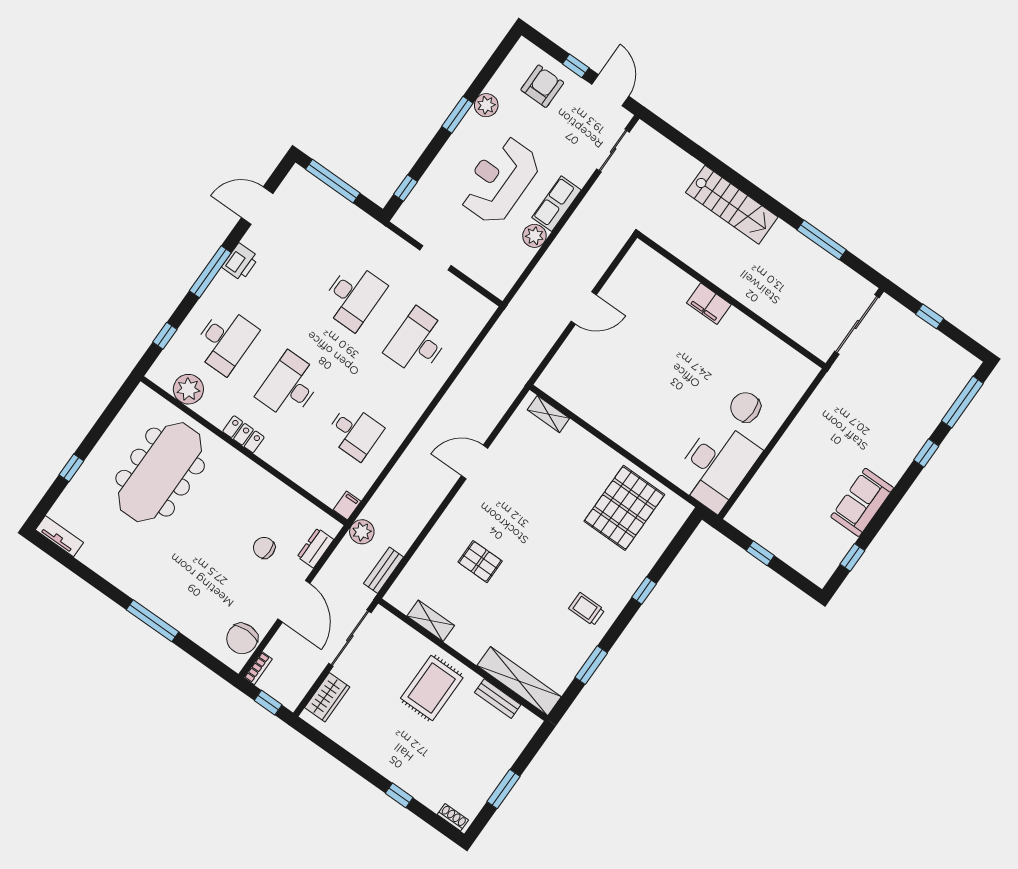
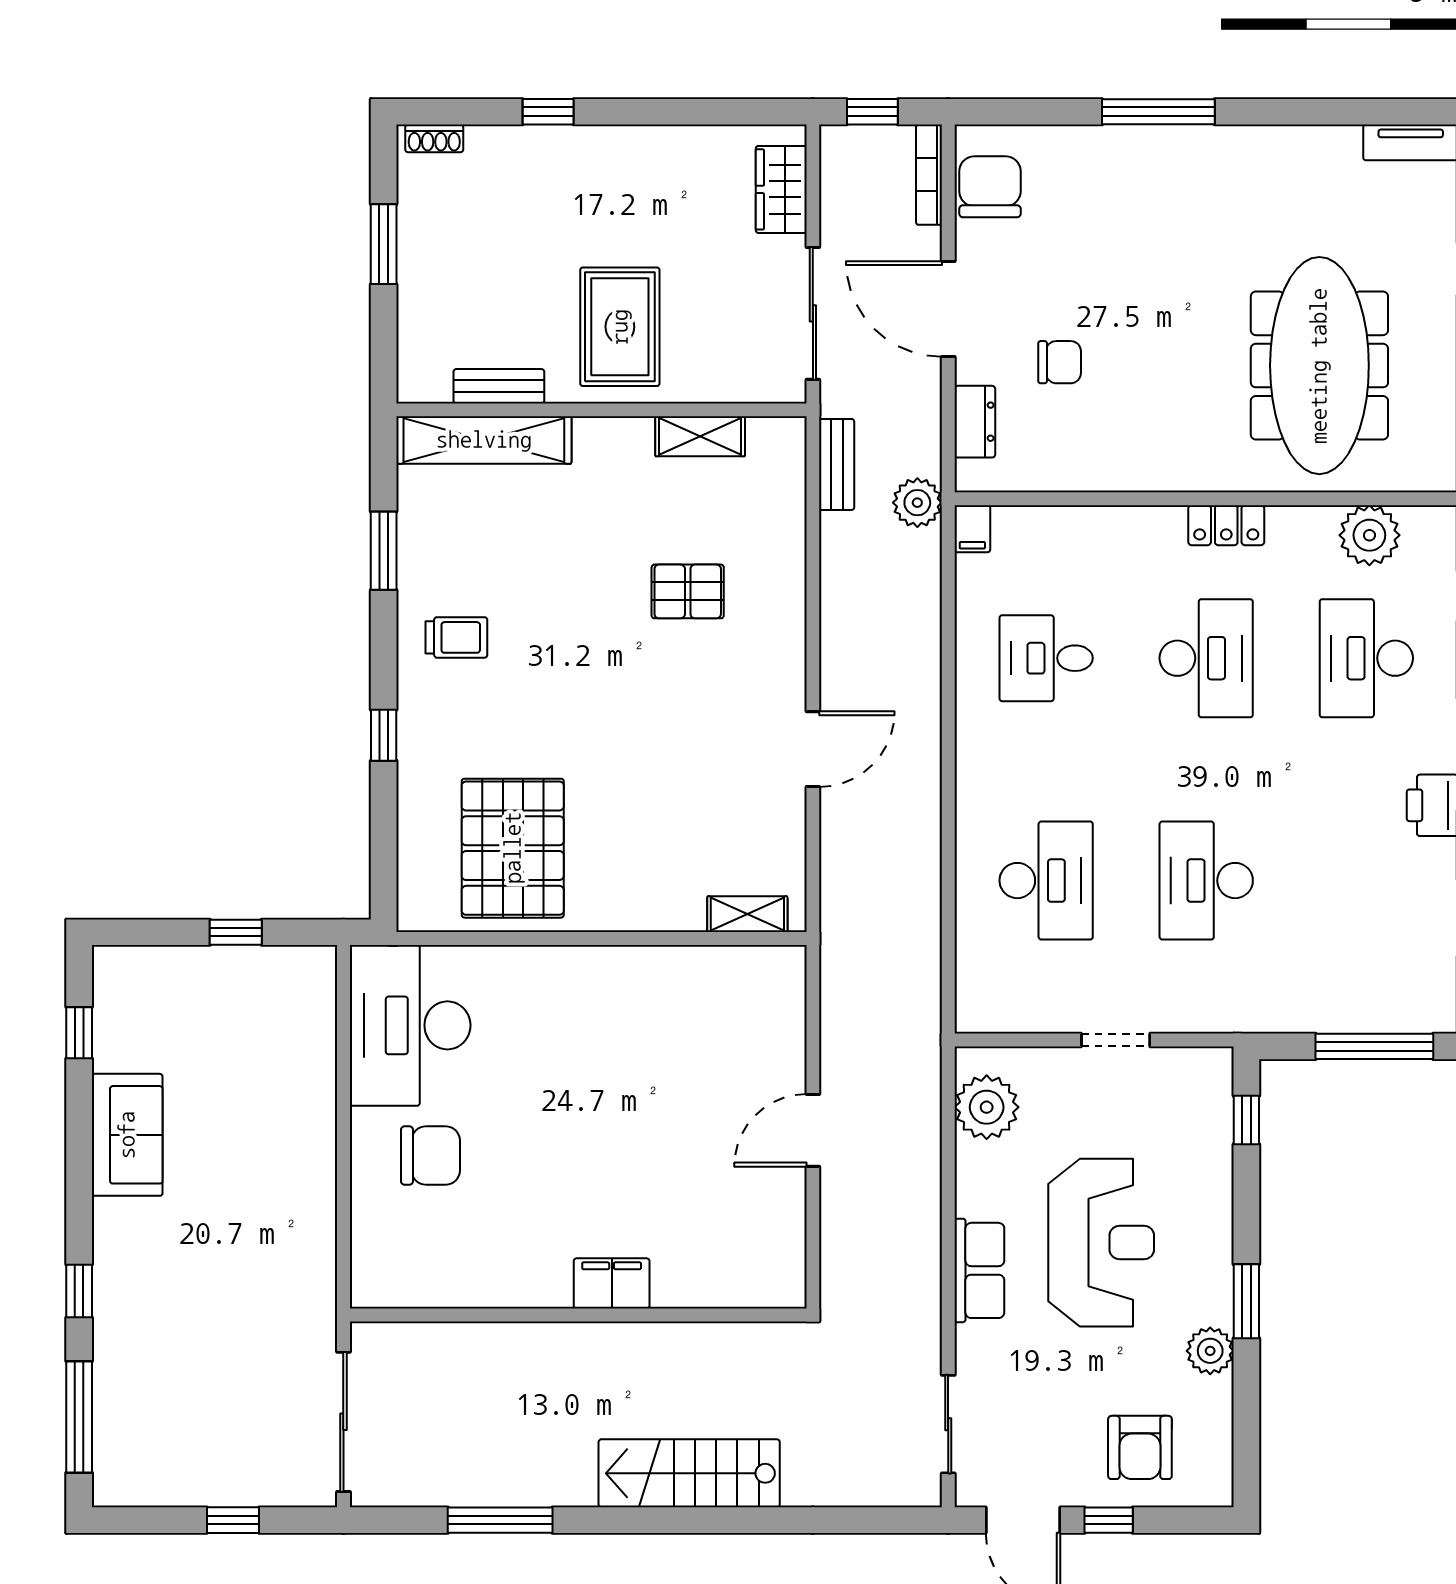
plant: (534, 236) -> (987, 1107), moved, width x1.36, depth x1.36
bookcase: (258, 668) -> (929, 175), width x1.56

